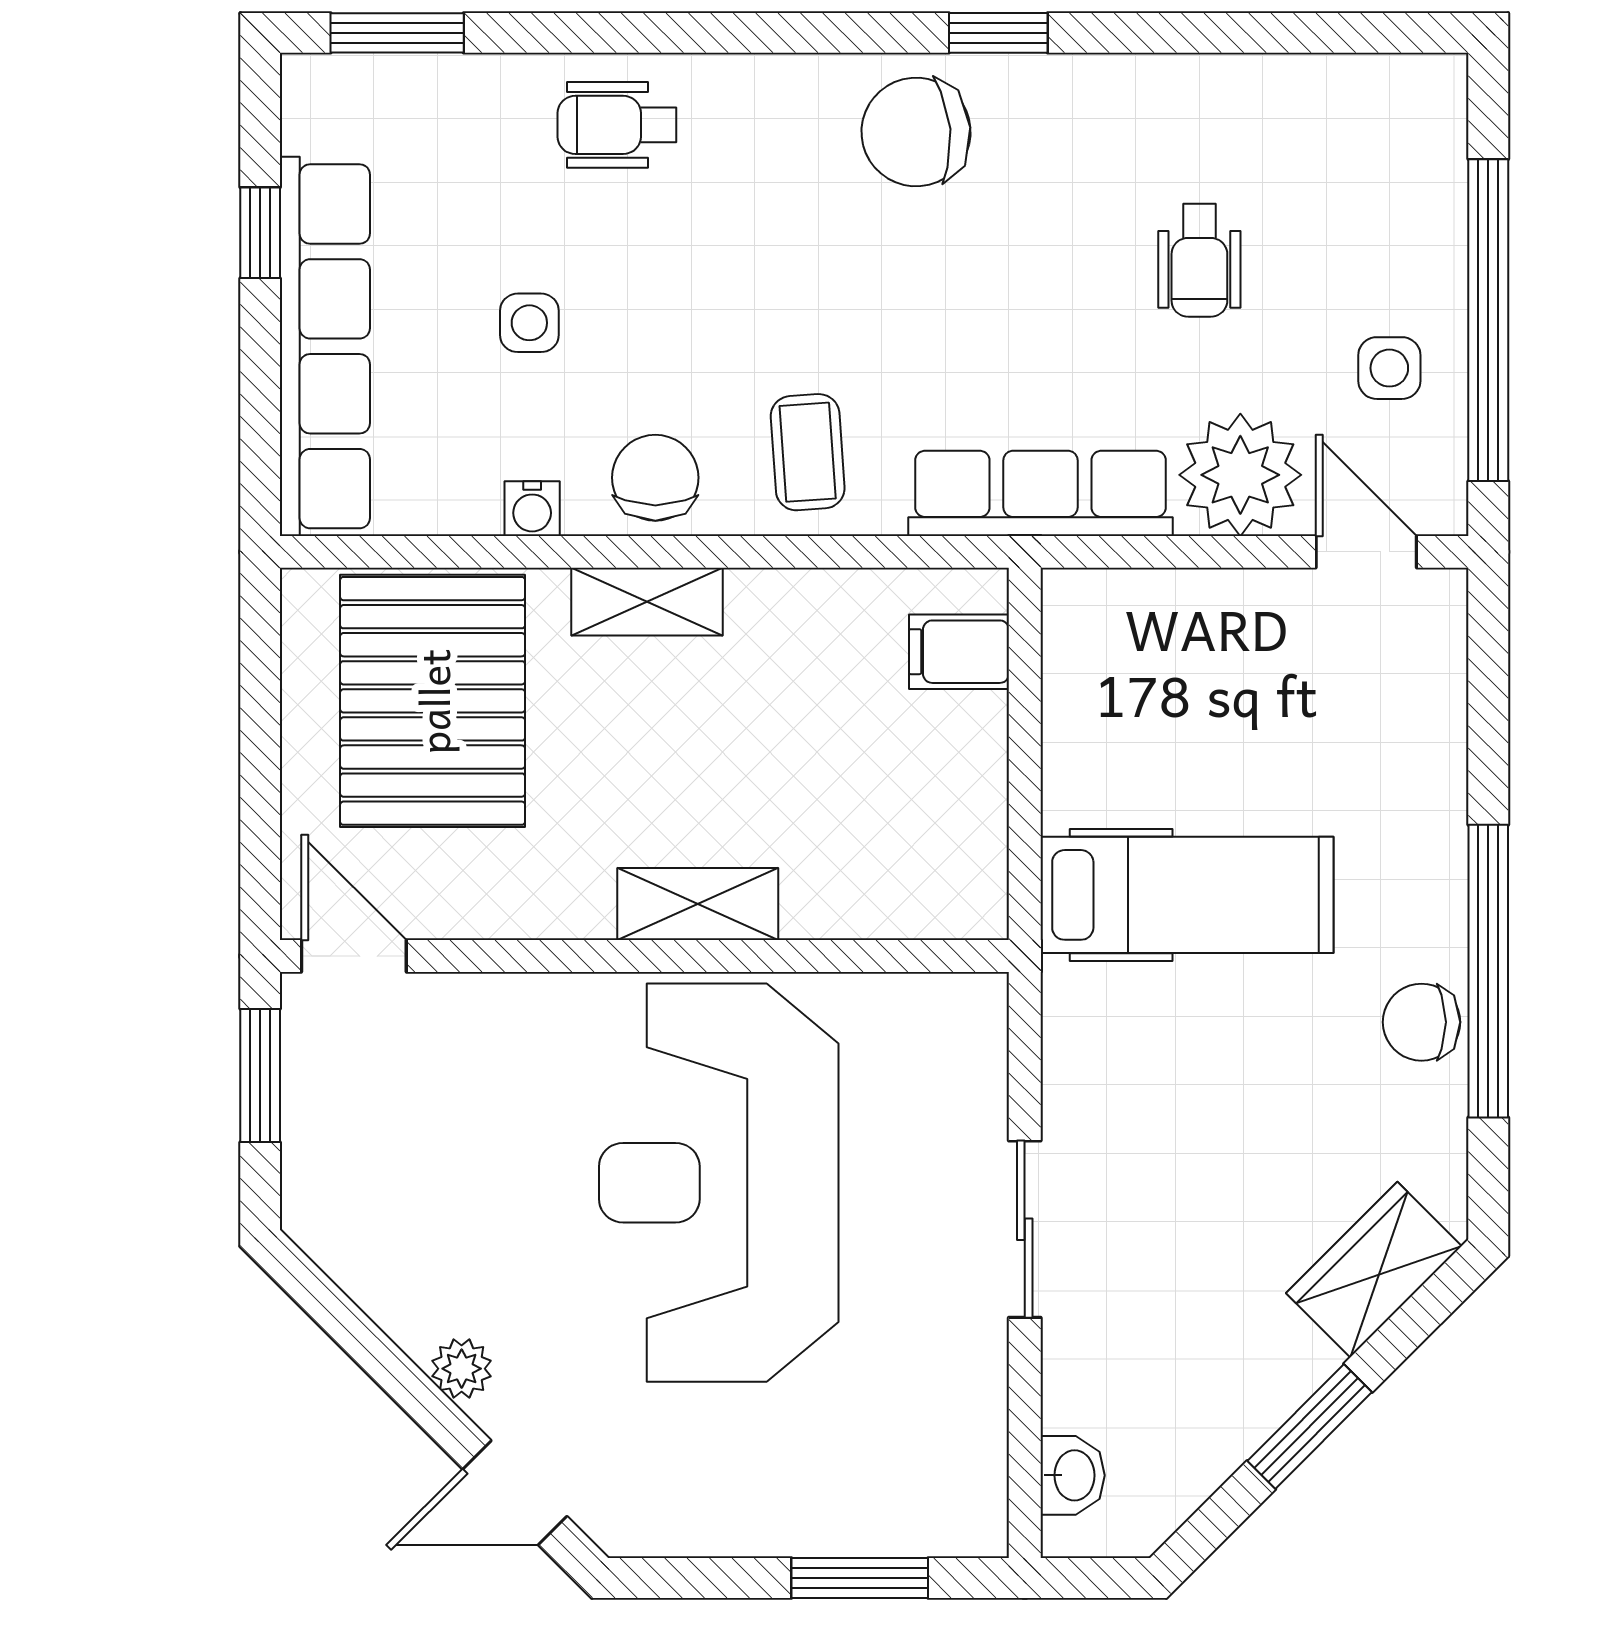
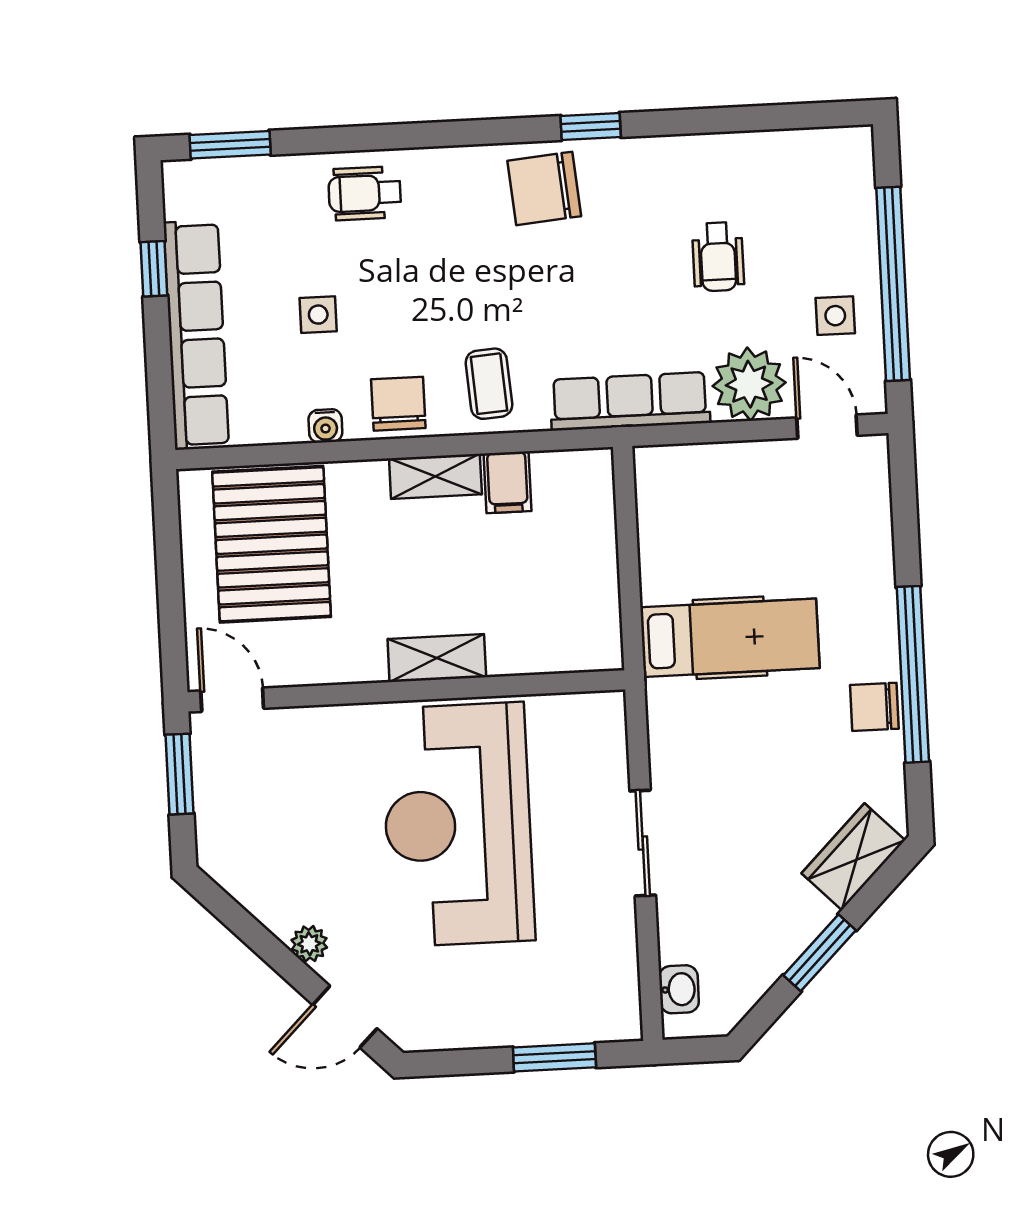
shelving: (647, 602) -> (435, 476), moved
filing cabinet: (959, 652) -> (507, 482), moved, turned -90

